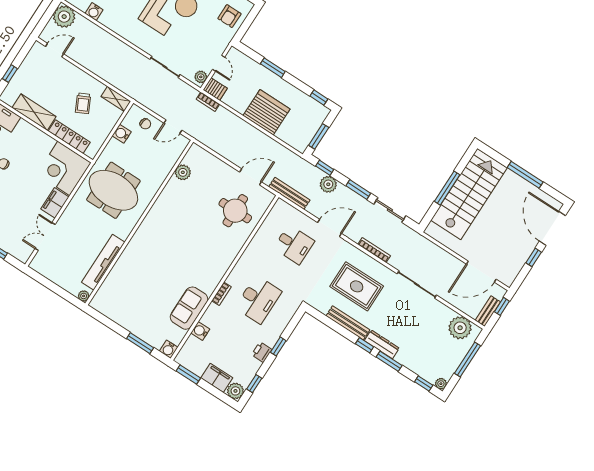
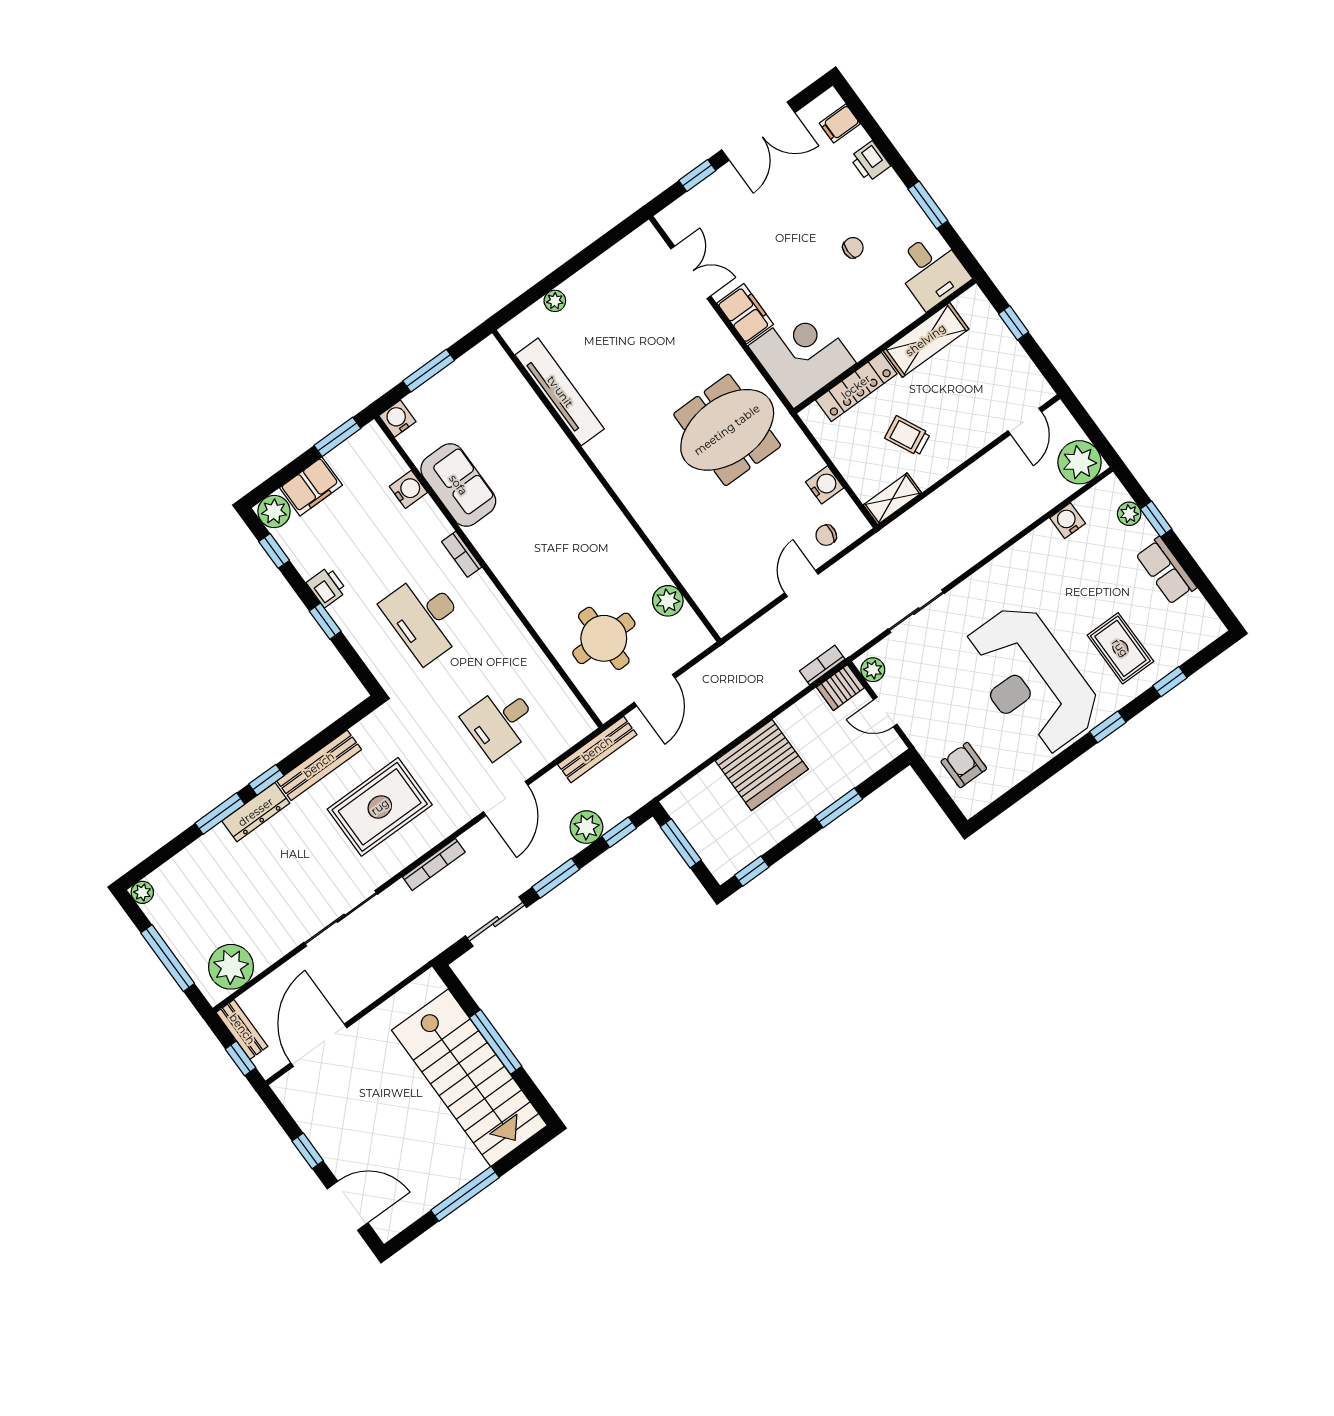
plant: (183, 172) -> (668, 601), moved
wall: (139, 223) -> (607, 486), moved
door: (552, 228) -> (348, 1206), width x0.73
tv unit: (103, 262) -> (560, 392), moved
window: (424, 384) -> (155, 861), removed

